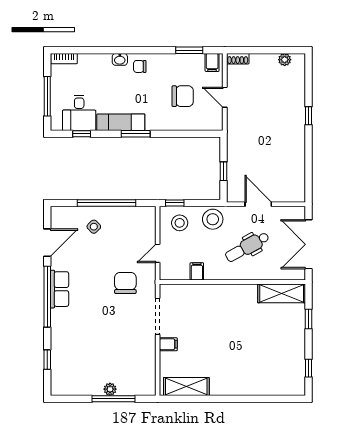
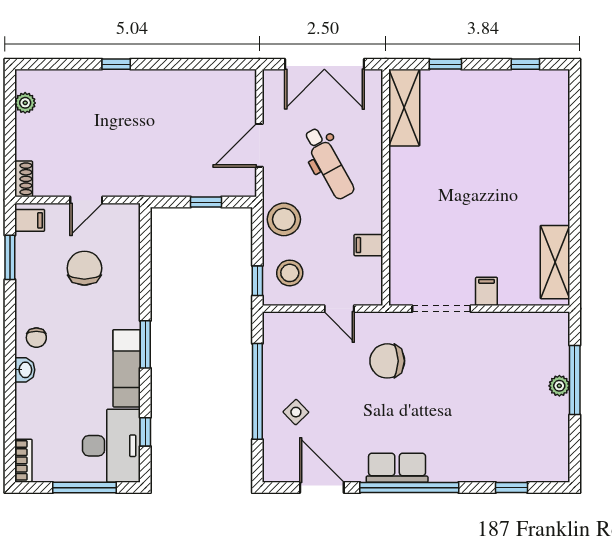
desk: (79, 113) -> (111, 446), width x1.37

